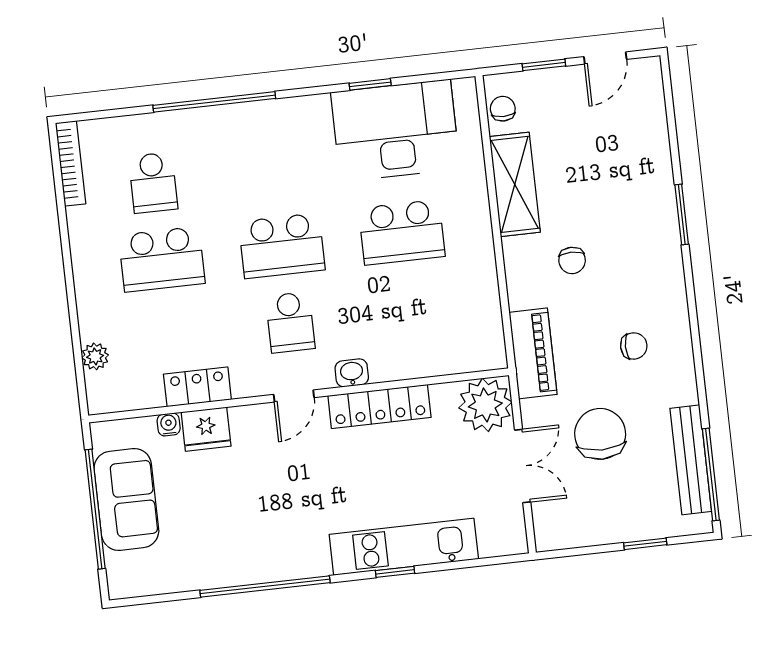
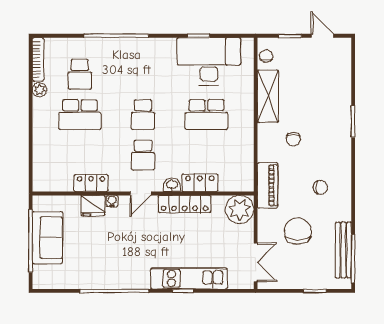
door: (605, 58) -> (322, 36), swing flipped
school desk: (282, 246) -> (143, 115), width x0.54
plant: (95, 356) -> (39, 90), moved
locker: (404, 363) -> (200, 183), added
water cooler: (169, 424) -> (112, 201), moved
double door: (523, 466) -> (256, 262), moved

